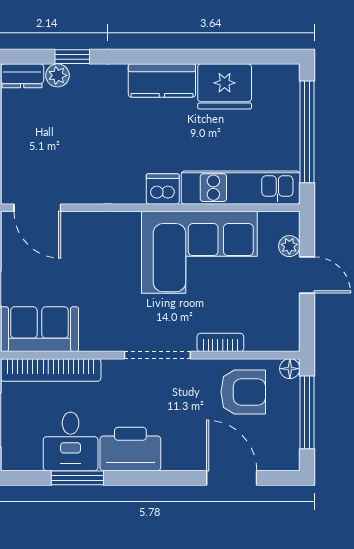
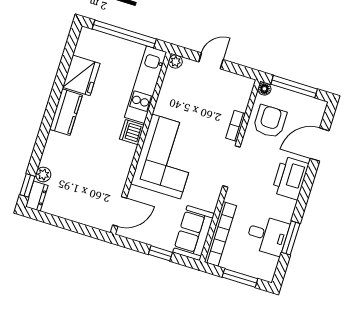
window: (72, 57) -> (27, 185), moved
plant: (289, 246) -> (175, 62), moved
corner sofa: (199, 252) -> (166, 157), moved
printer: (130, 449) -> (290, 178), moved

